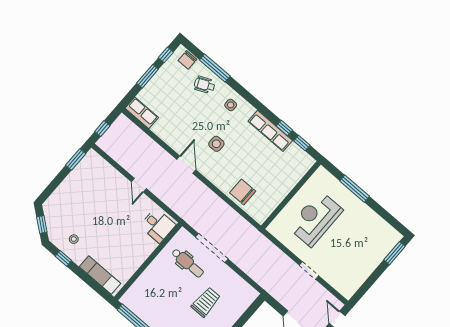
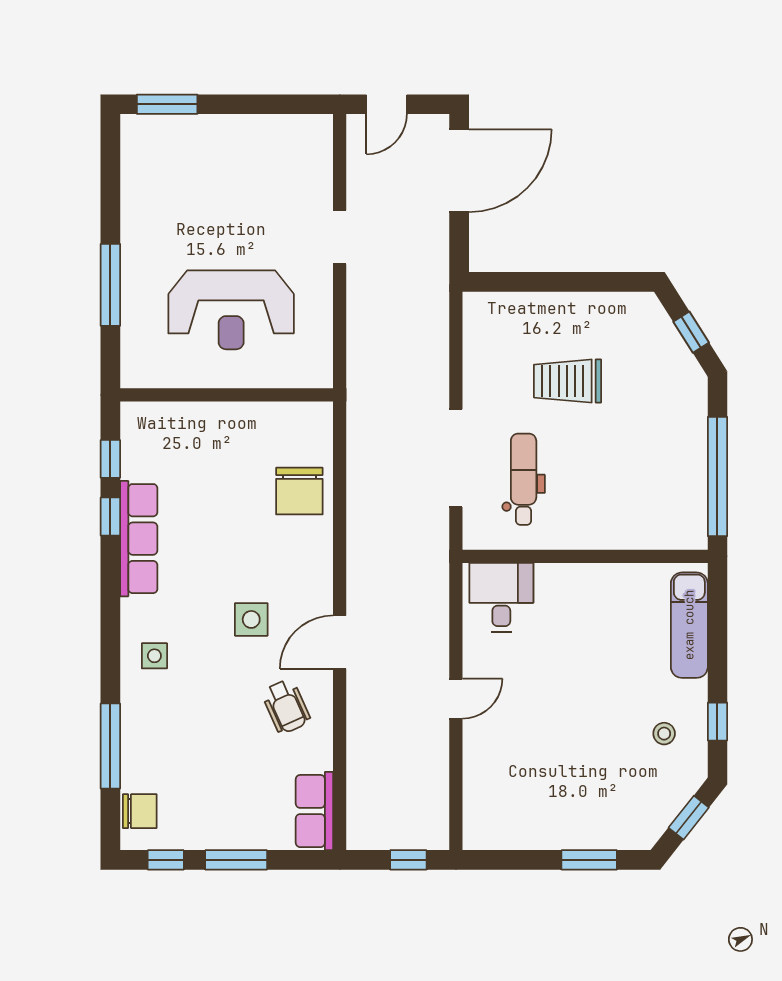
wheelchair: (205, 85) -> (286, 706), moved
window: (76, 159) -> (589, 860), moved

